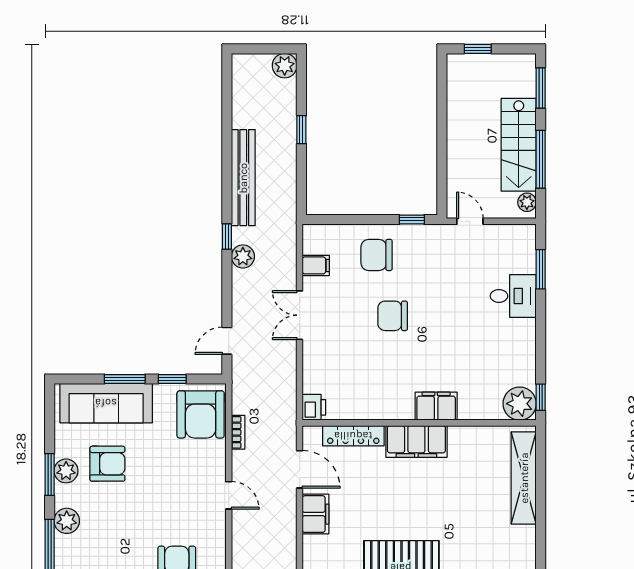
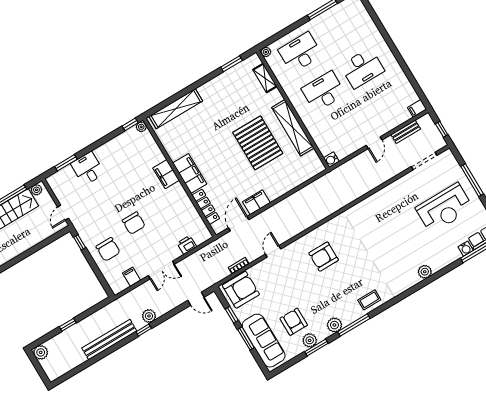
plant: (520, 404) -> (141, 127), width x0.53, depth x0.53
printer: (314, 407) -> (187, 245), moved

